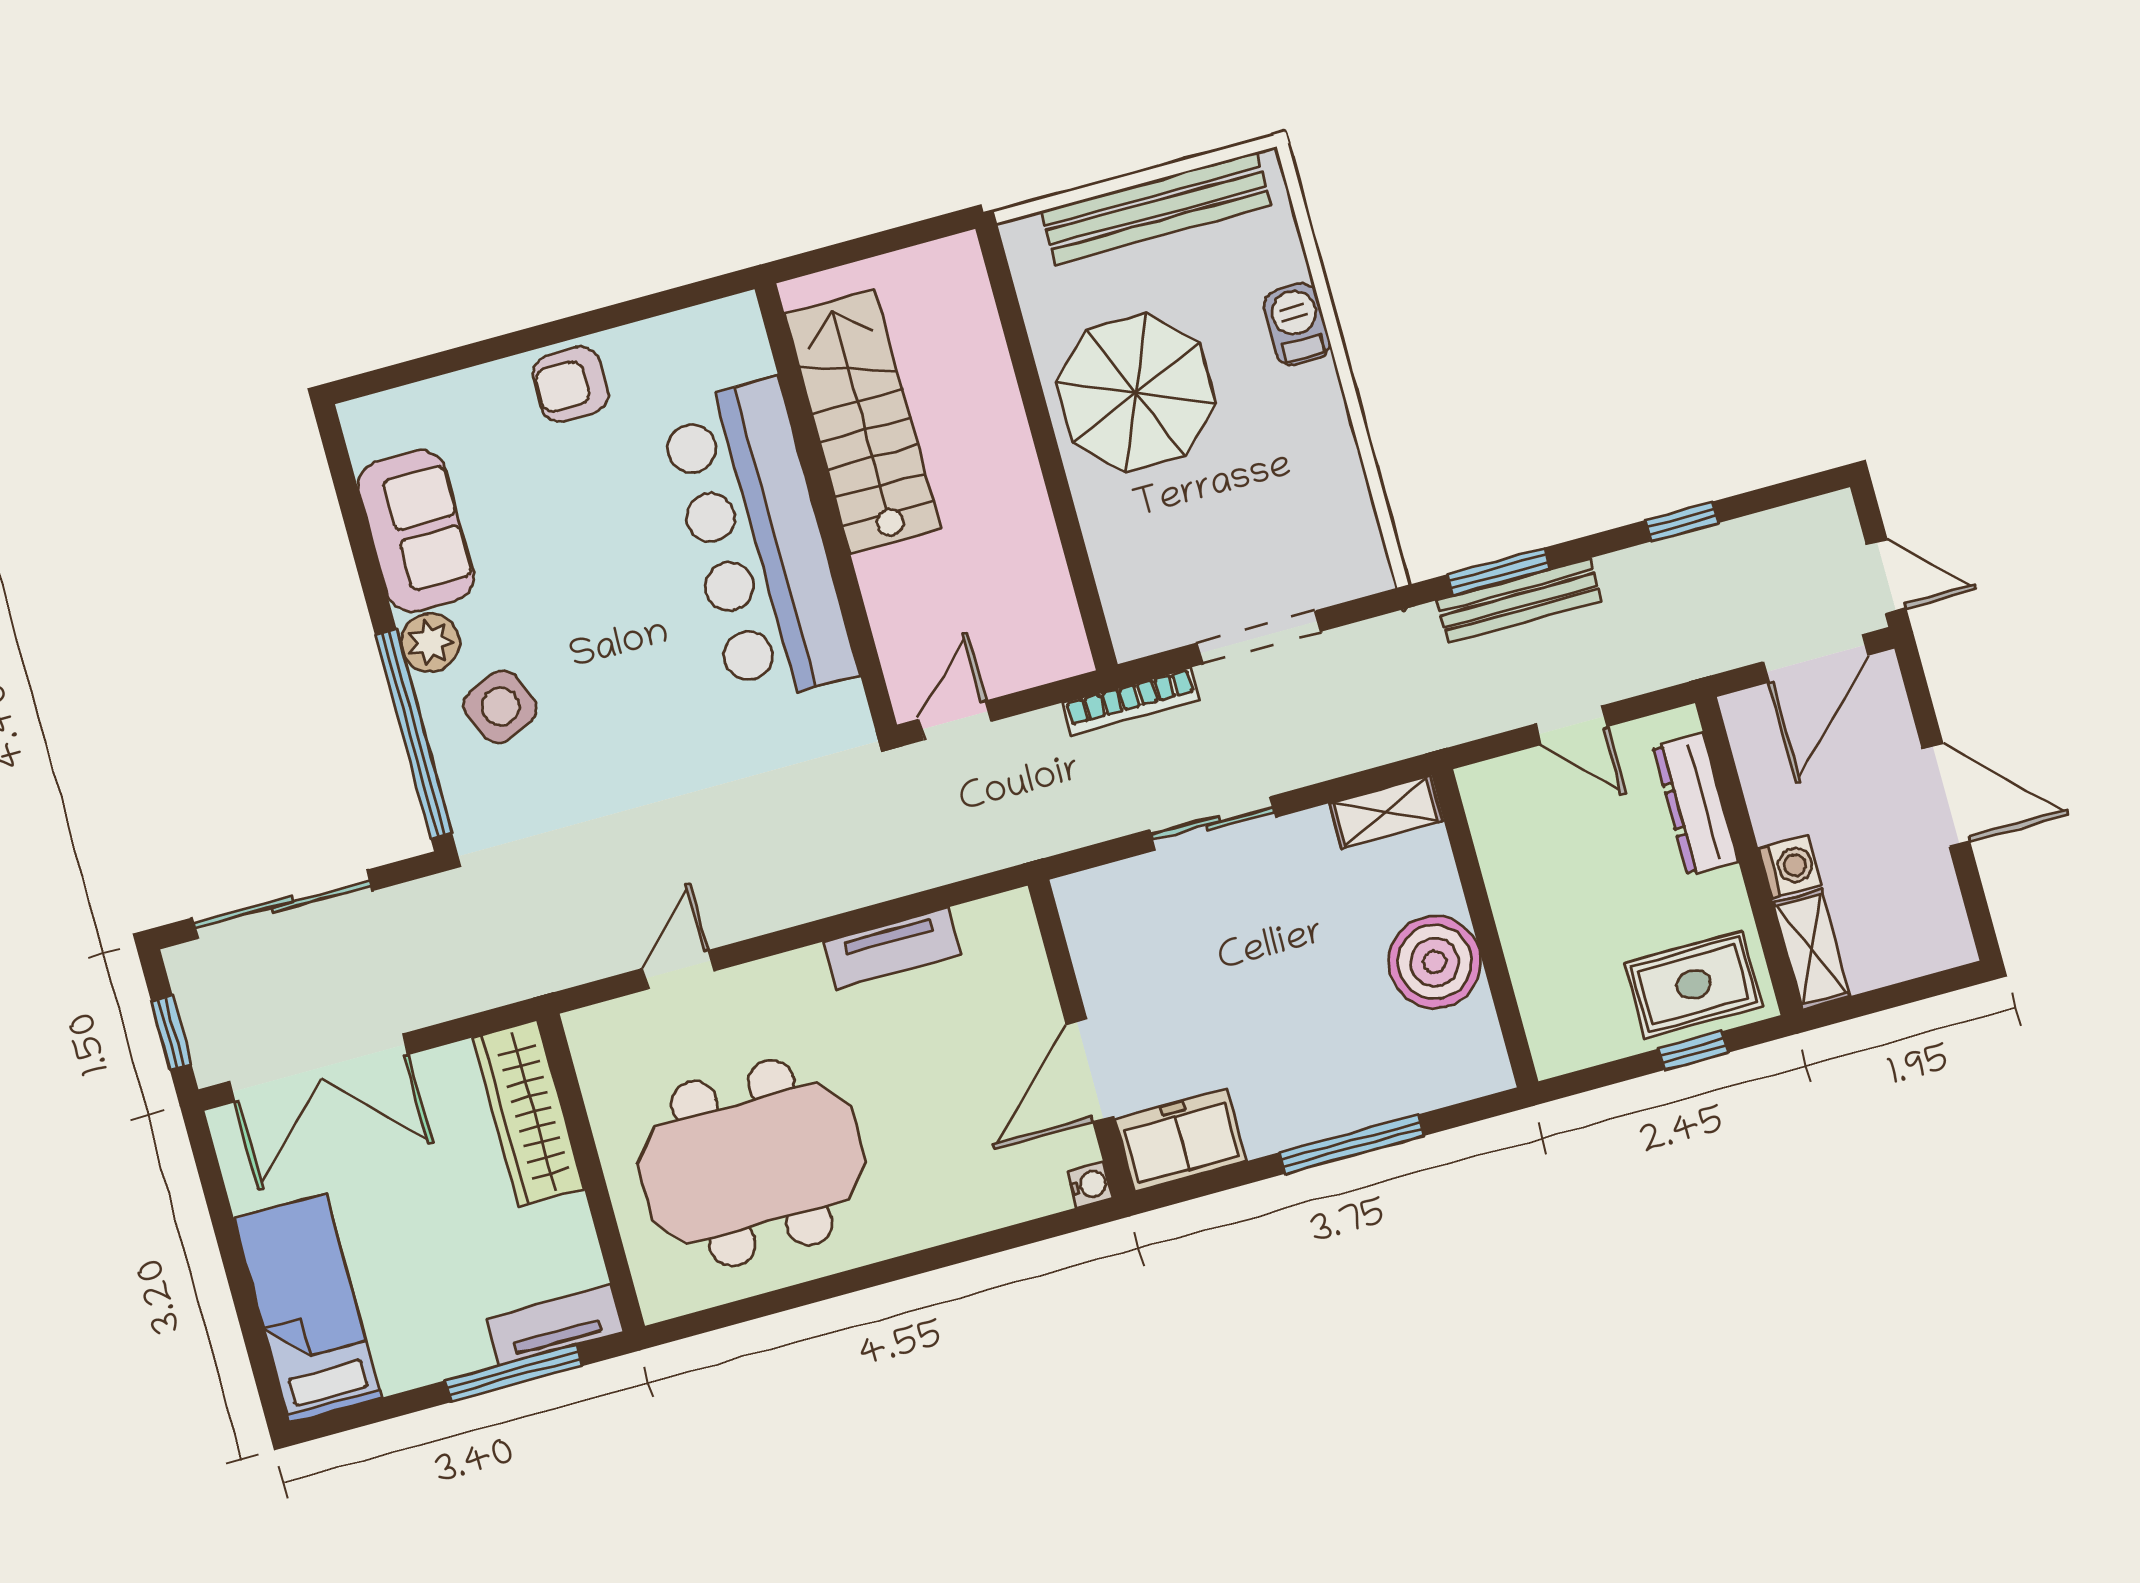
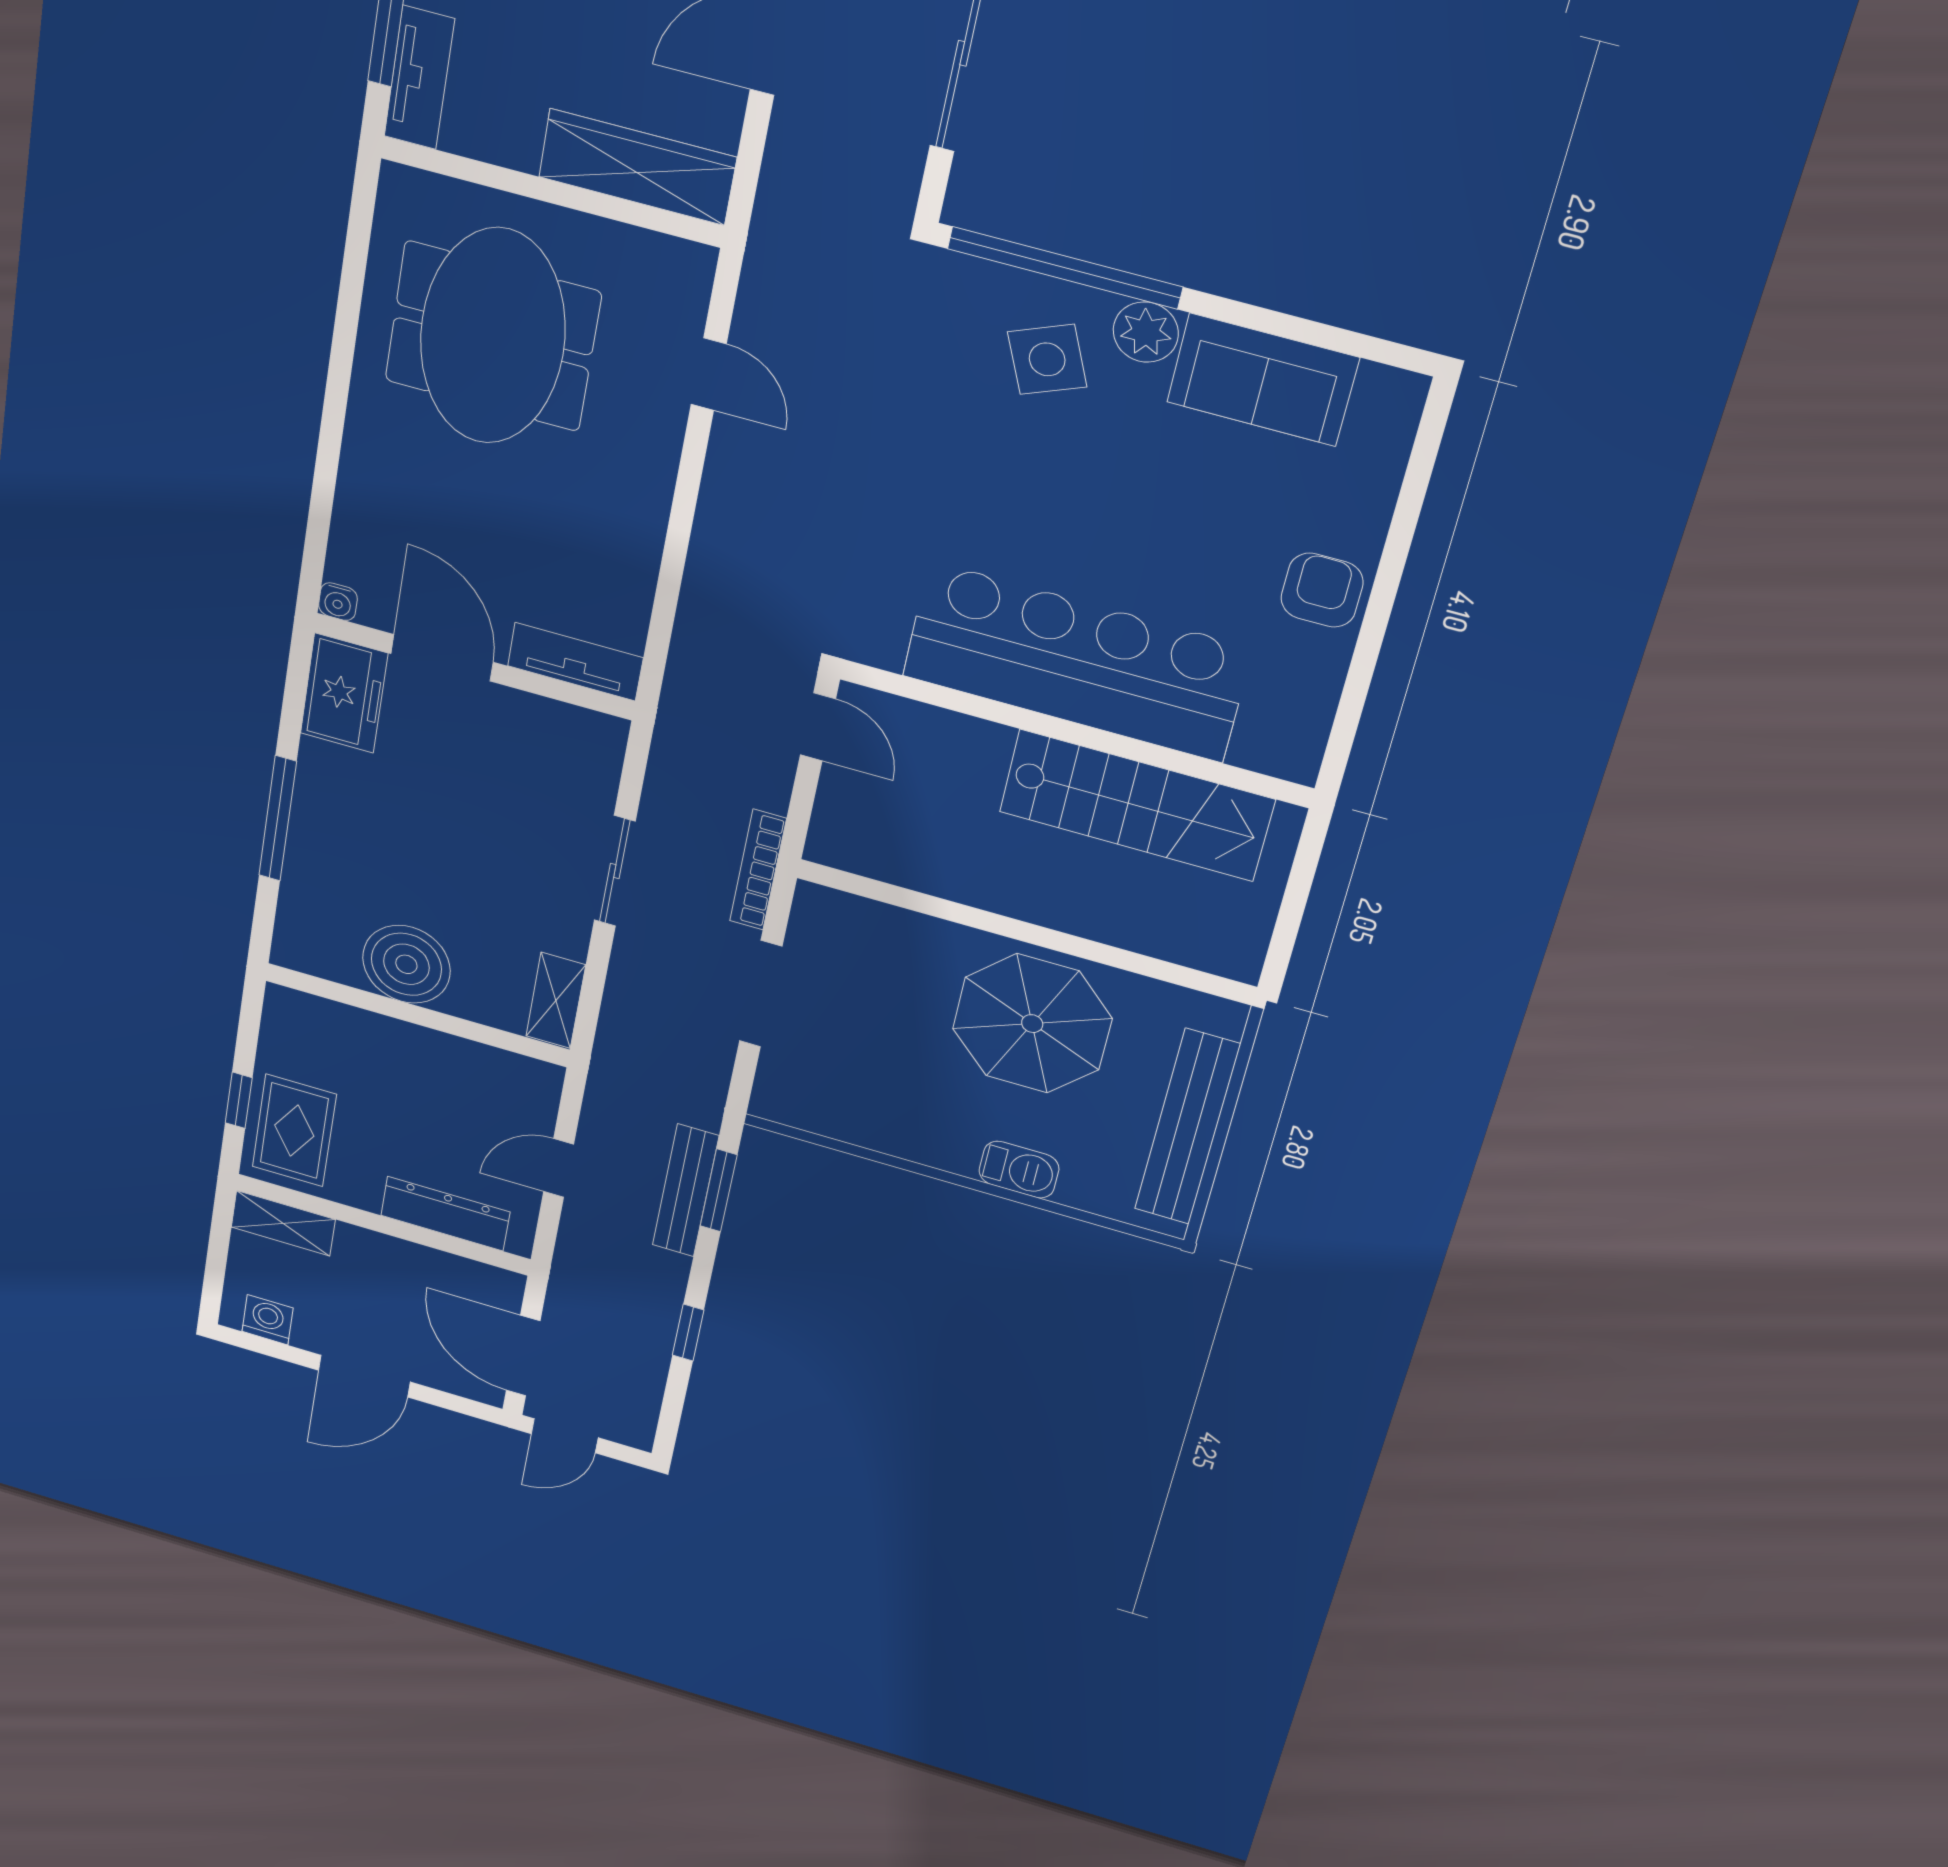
washing machine: (1790, 866) -> (268, 1320), moved, turned 180
tv unit: (892, 948) -> (575, 662), moved, turned 90

